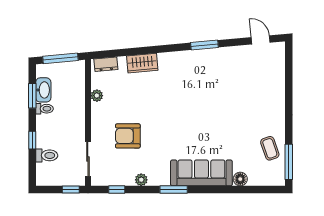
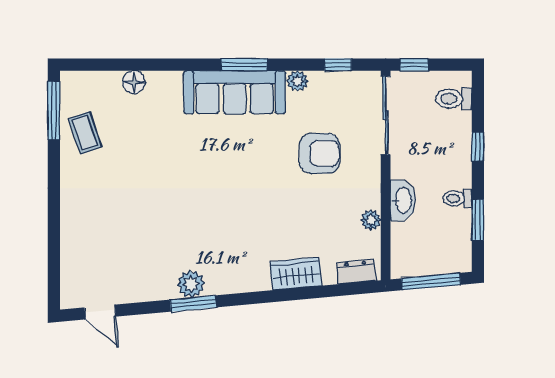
plant: (206, 57) -> (191, 284), added
washbasin: (43, 90) -> (403, 200), moved, turned 180
toilet: (47, 155) -> (454, 99), moved
sliding door: (88, 159) -> (386, 115), width x1.37
sofa: (201, 173) -> (235, 92), moved

